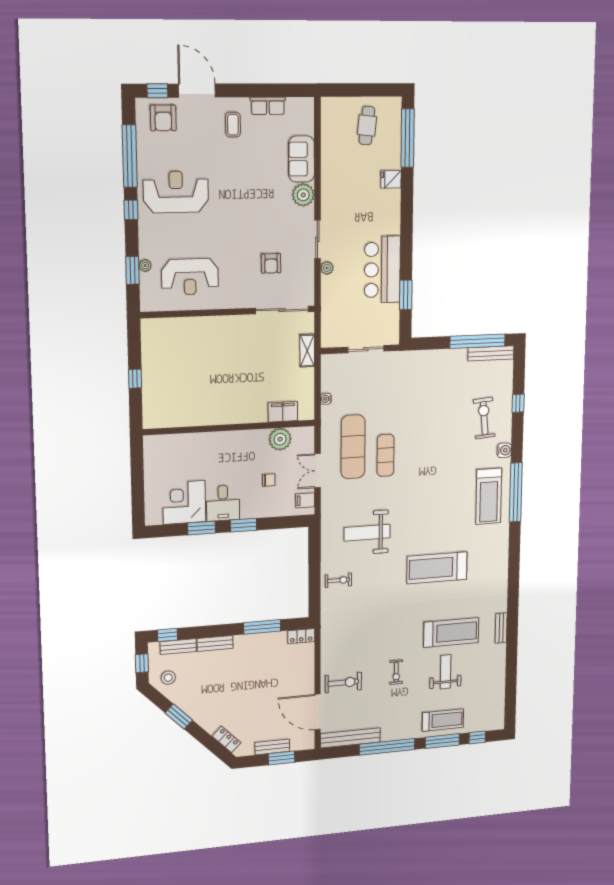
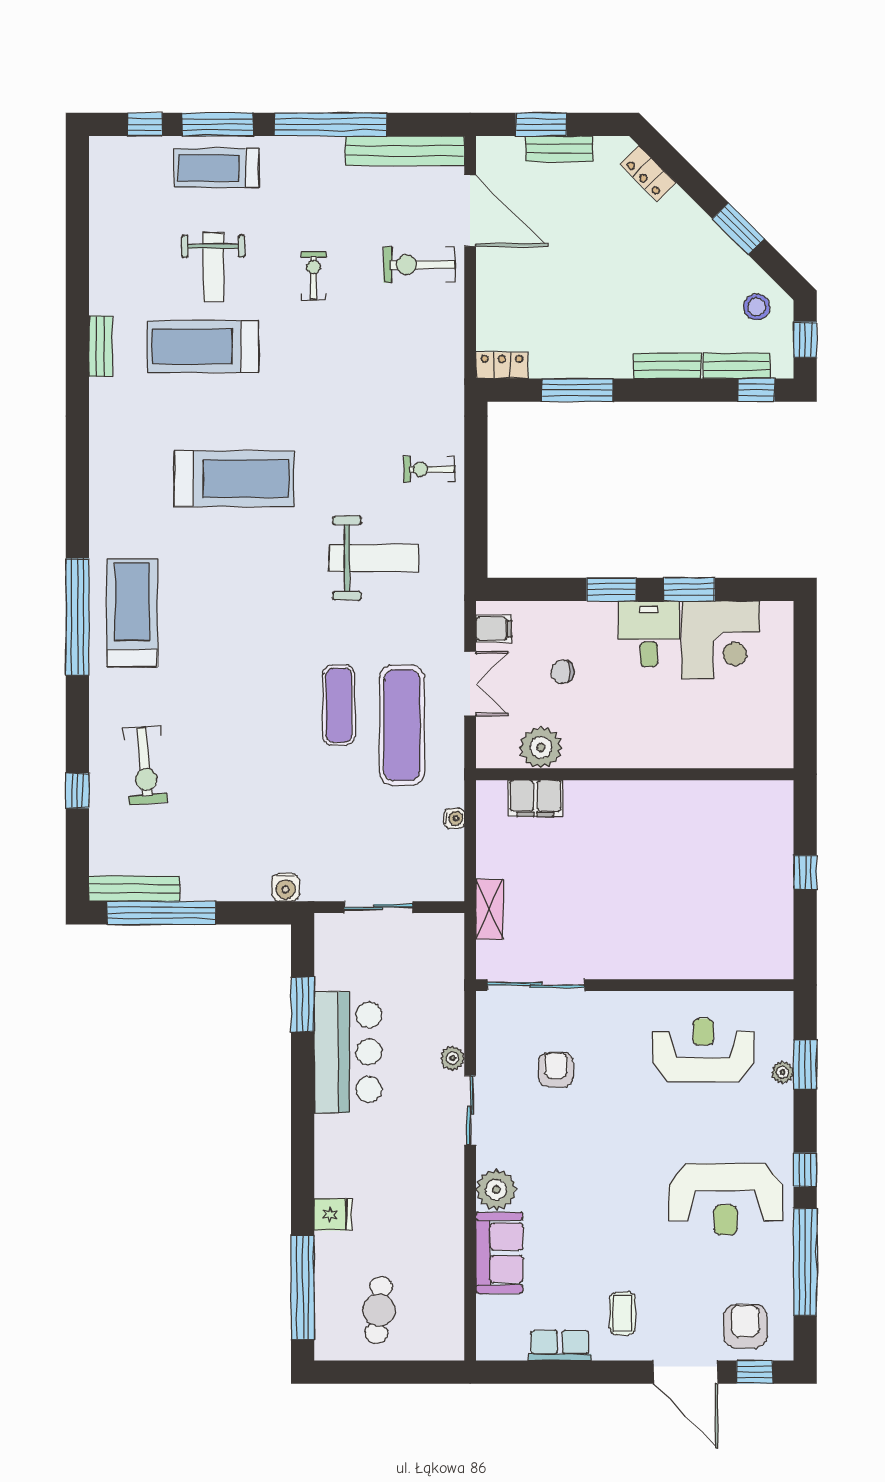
water cooler: (504, 450) -> (286, 887), moved, turned -90

